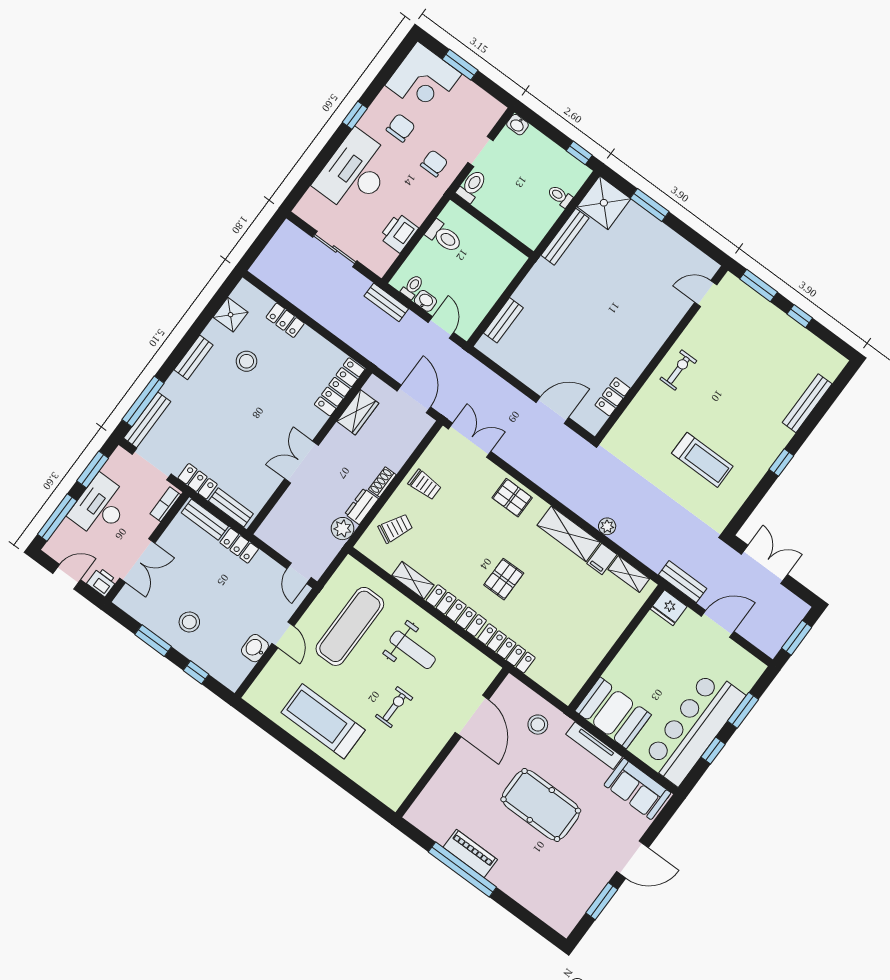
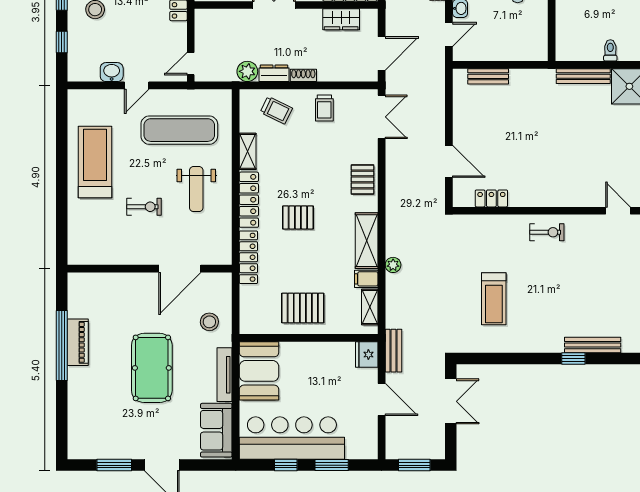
window: (781, 463) -> (573, 358), moved
pallet: (586, 634) -> (303, 308), added

